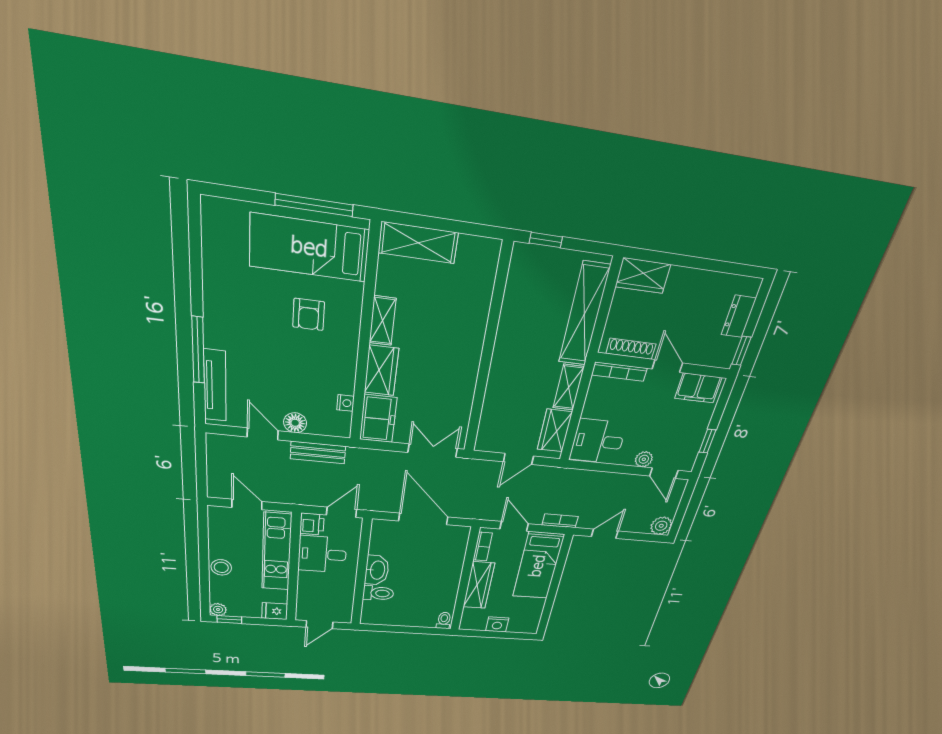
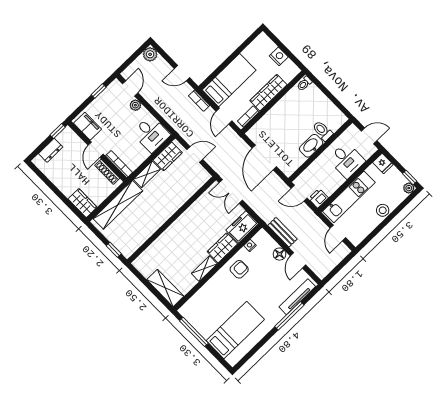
bed: (309, 248) -> (235, 330), moved, turned -90
armchair: (309, 314) -> (239, 269), moved
desk: (322, 554) -> (347, 160), moved

